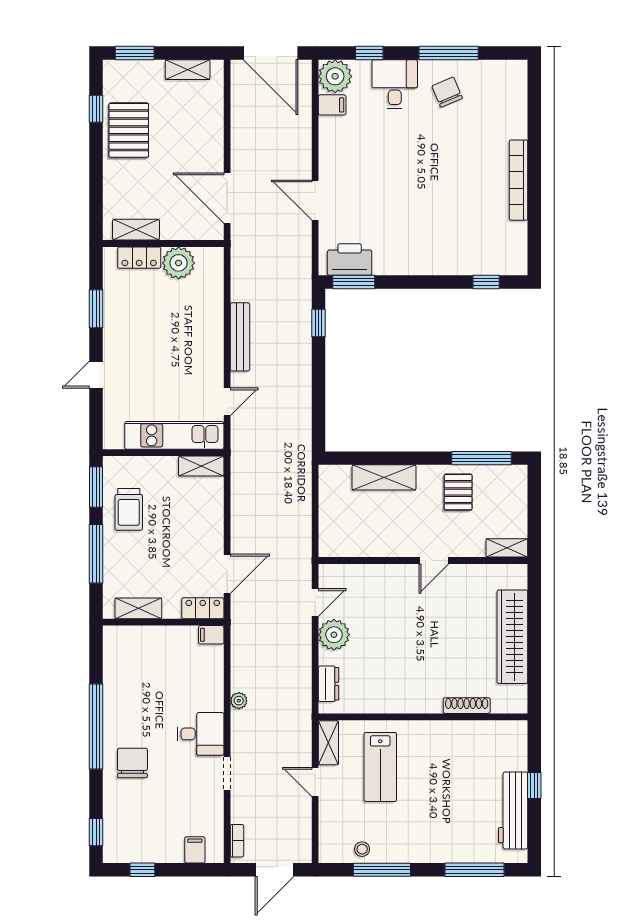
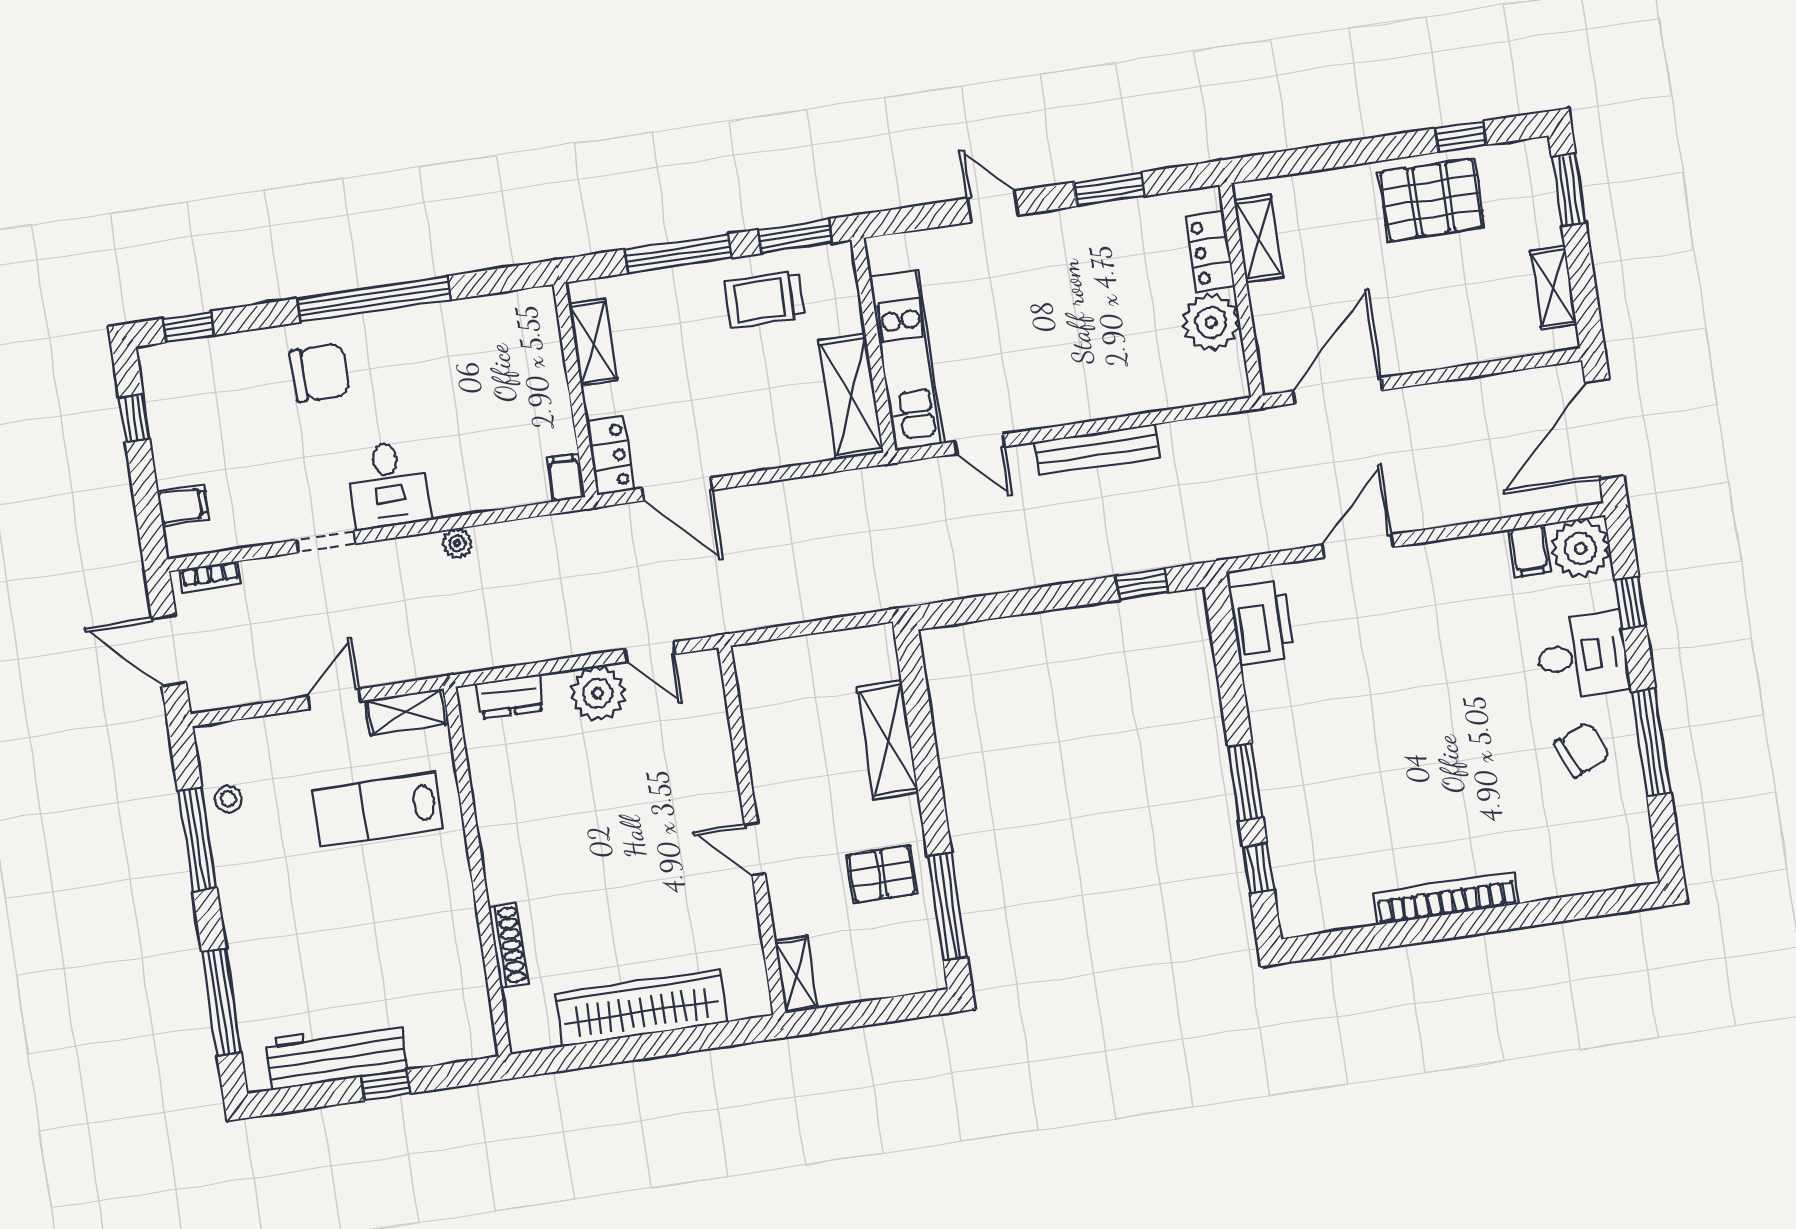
window: (354, 282) -> (1245, 782), moved
shelving: (201, 466) -> (851, 397), width x1.50, depth x1.33

